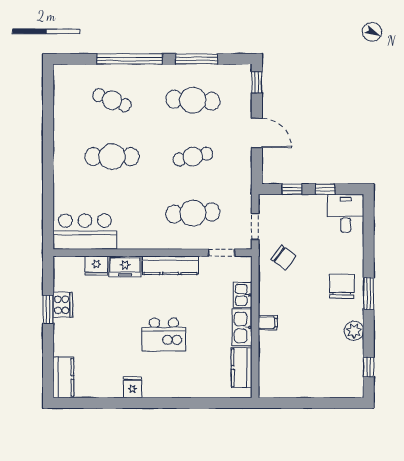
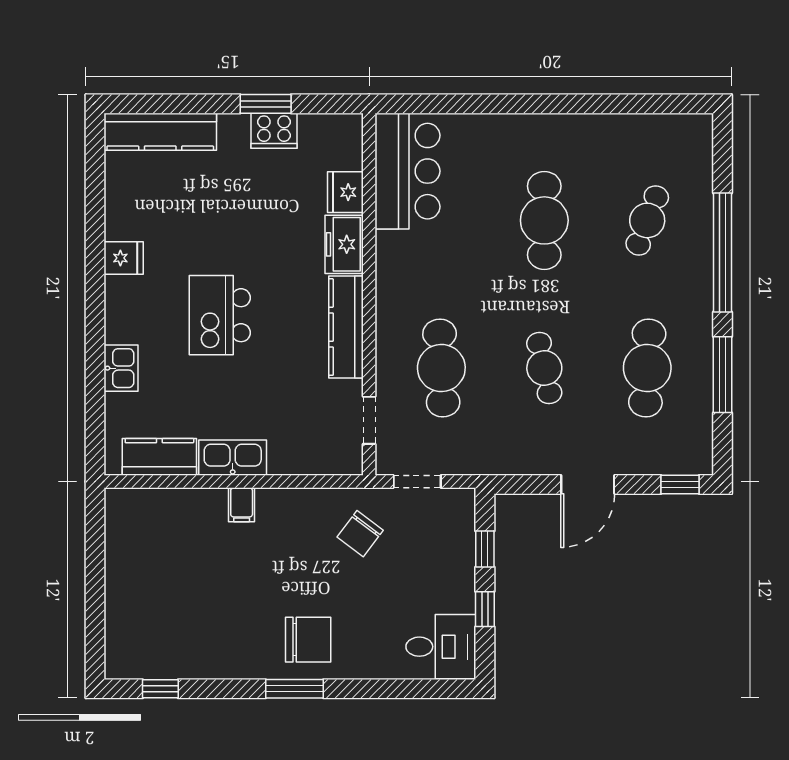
kitchen sink: (243, 295) -> (121, 368), moved, turned 90
plant: (354, 331) -> (227, 662), removed
kitchen counter: (63, 377) -> (160, 132), width x1.50

